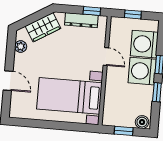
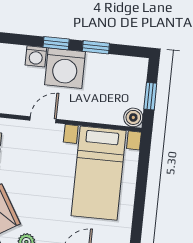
washing machine: (144, 44) -> (36, 56), width x0.53, depth x0.53
boiler: (142, 122) -> (133, 117), moved

